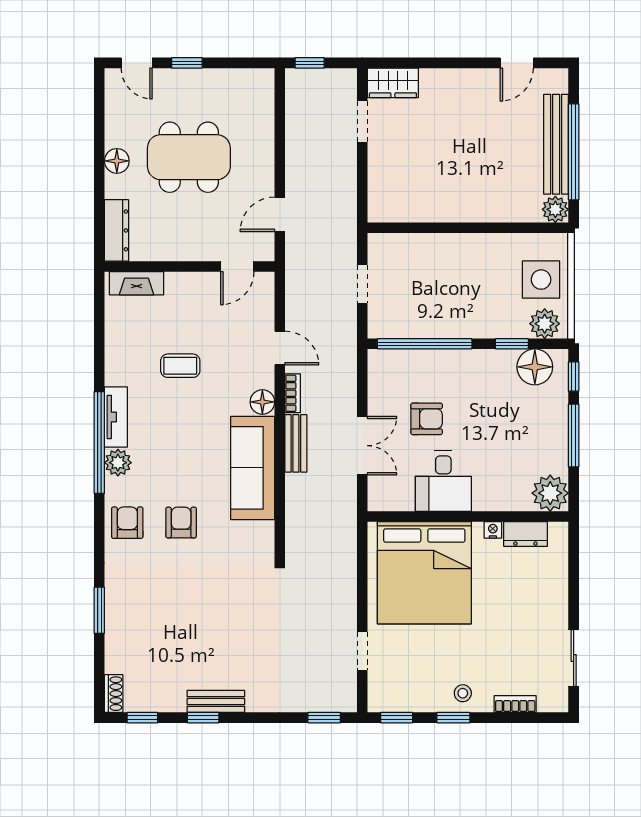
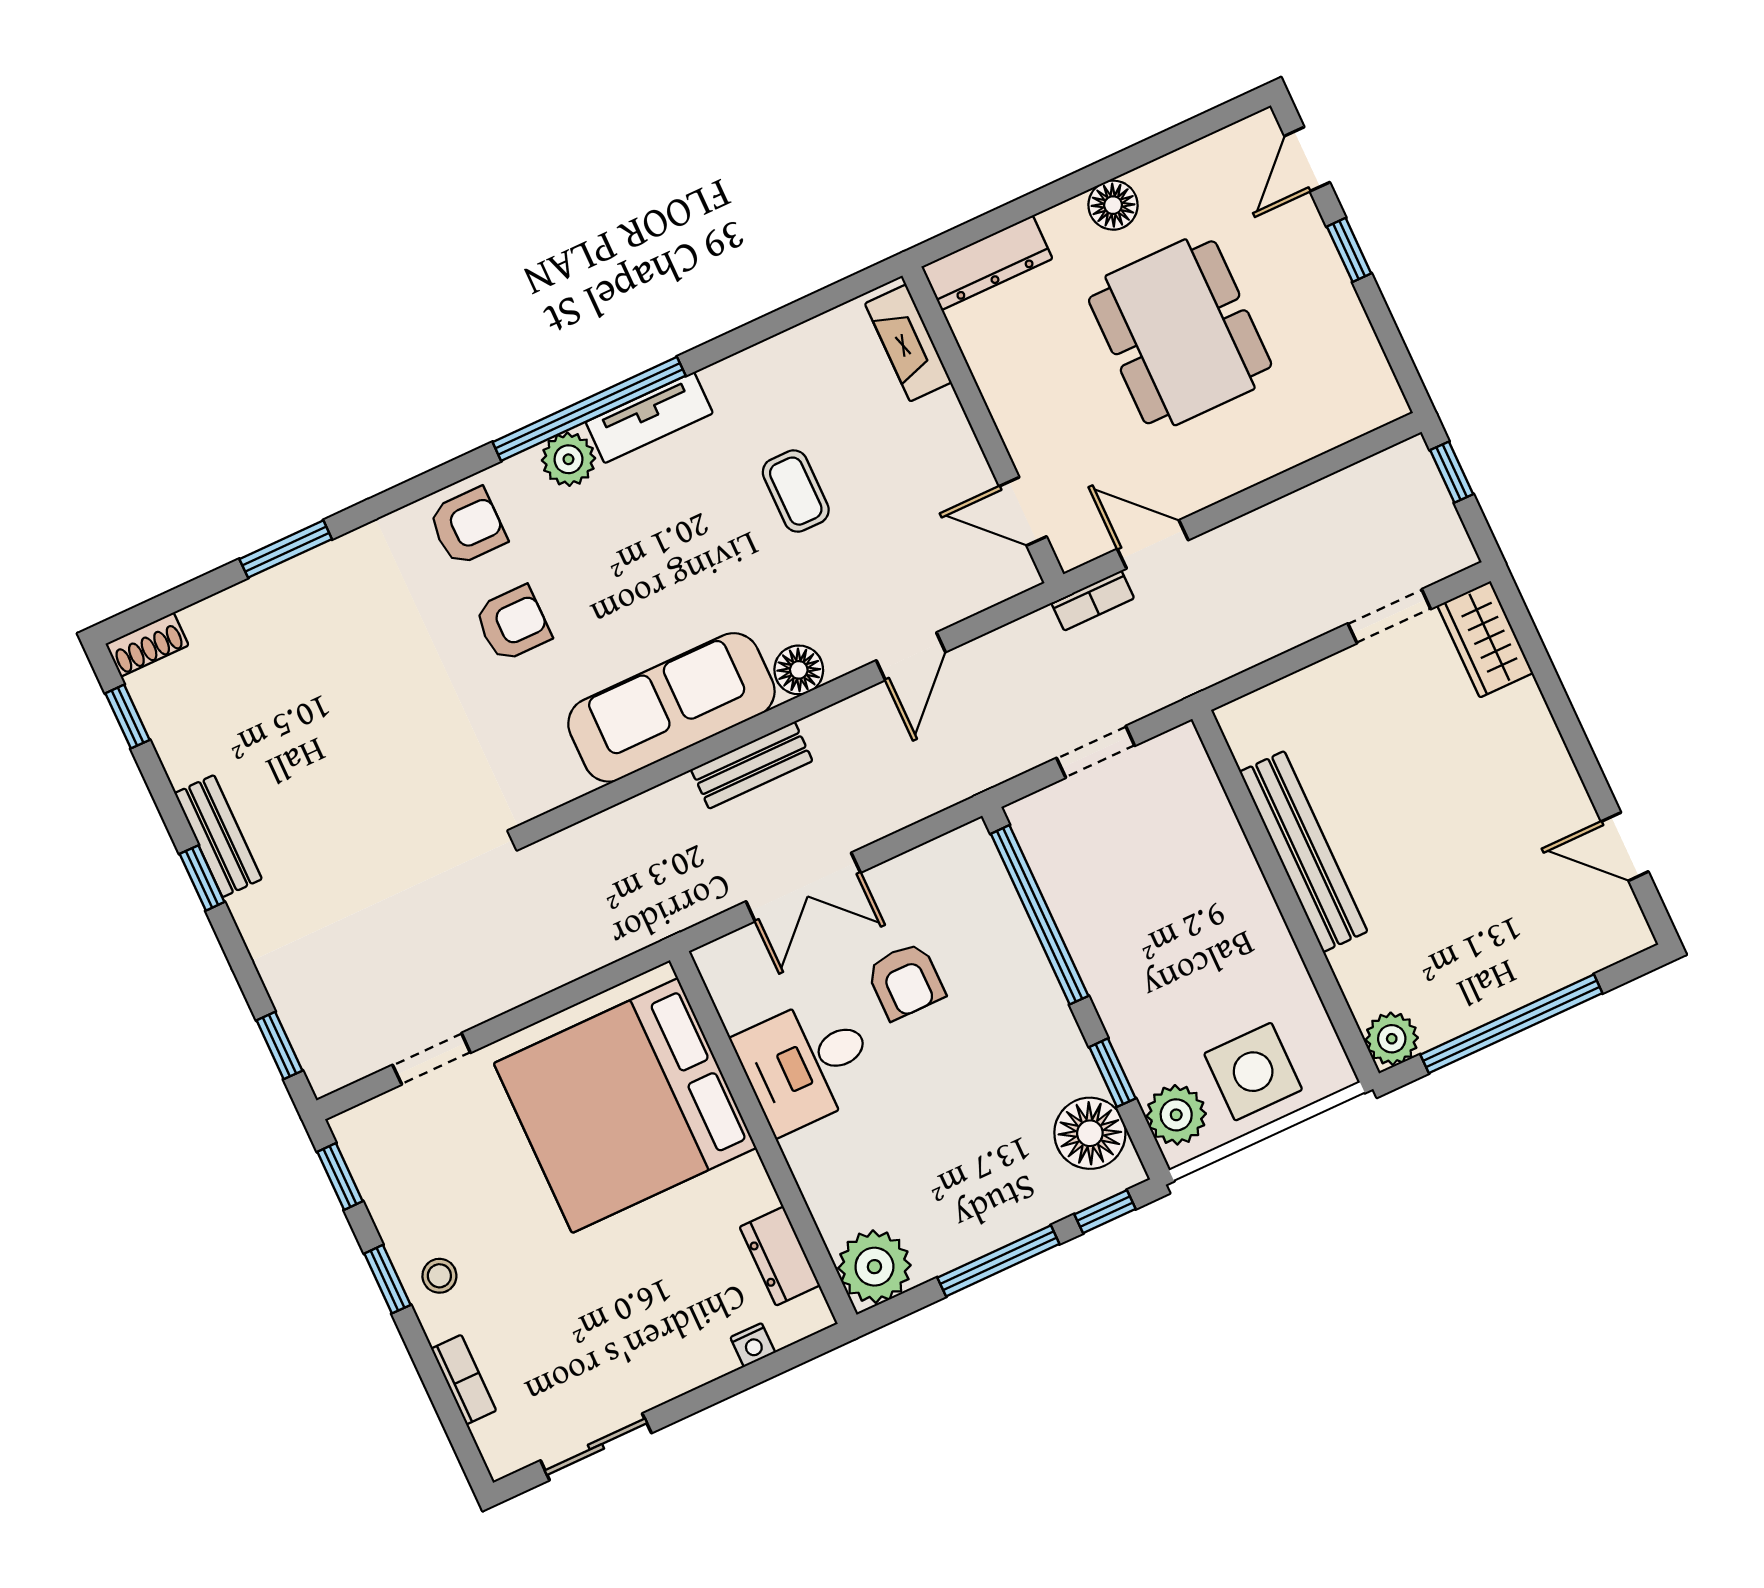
bench: (556, 144) -> (1304, 852), moved, turned 90
bookcase: (293, 393) -> (1093, 601), moved
nightstand: (493, 530) -> (753, 1345), moved, turned 90
window: (203, 718) -> (202, 878), moved

